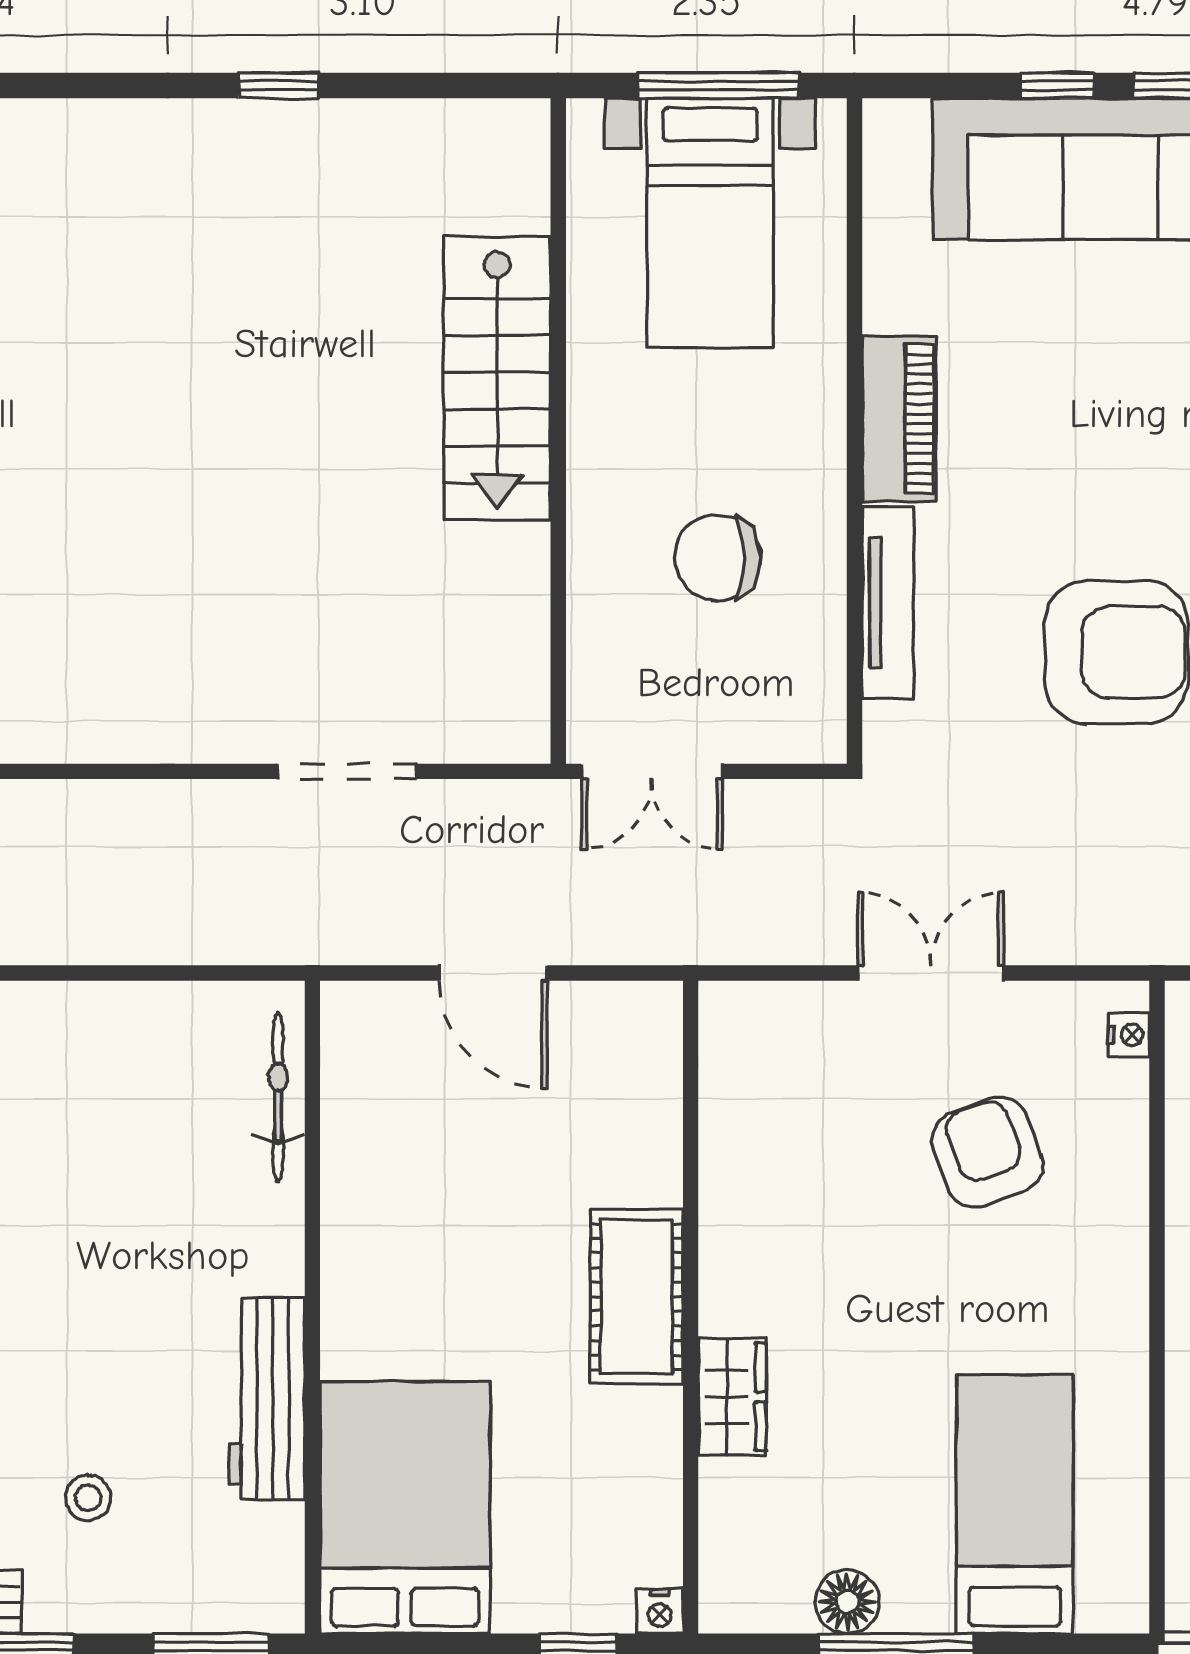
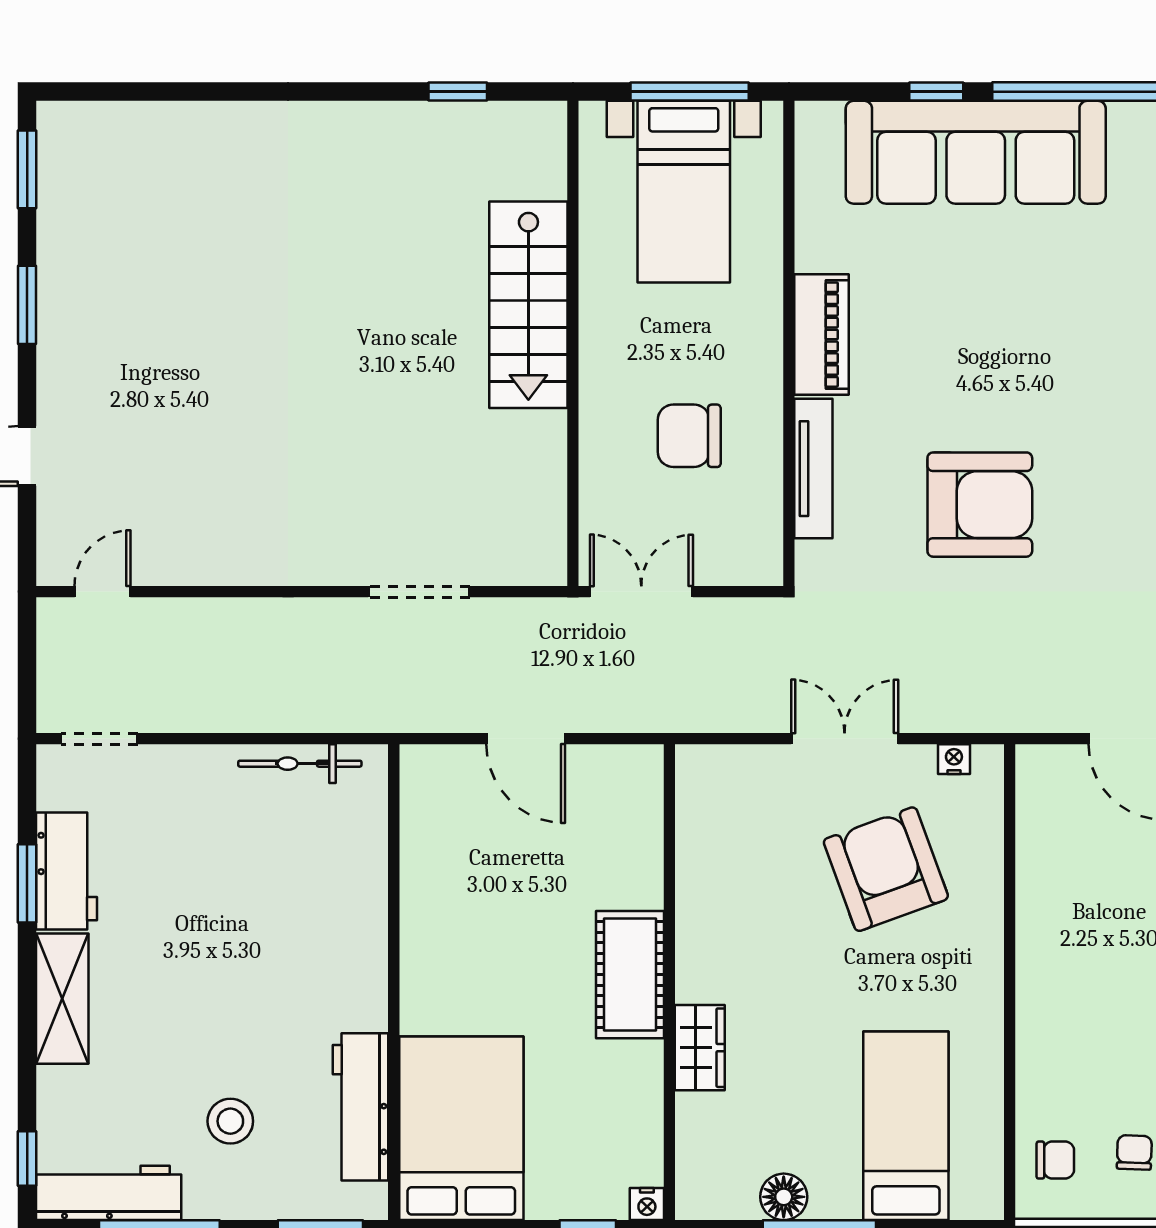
window: (278, 86) -> (458, 92), moved
double door: (652, 771) -> (641, 592), swing flipped
nightstand: (1129, 1035) -> (954, 759), moved, turned -90
bicycle: (278, 1097) -> (300, 764), moved, turned -90
armchair: (987, 1152) -> (886, 869), width x1.36, depth x1.36
workbench: (267, 1399) -> (361, 1107), moved
stool: (88, 1498) -> (230, 1121), width x1.37, depth x1.37

